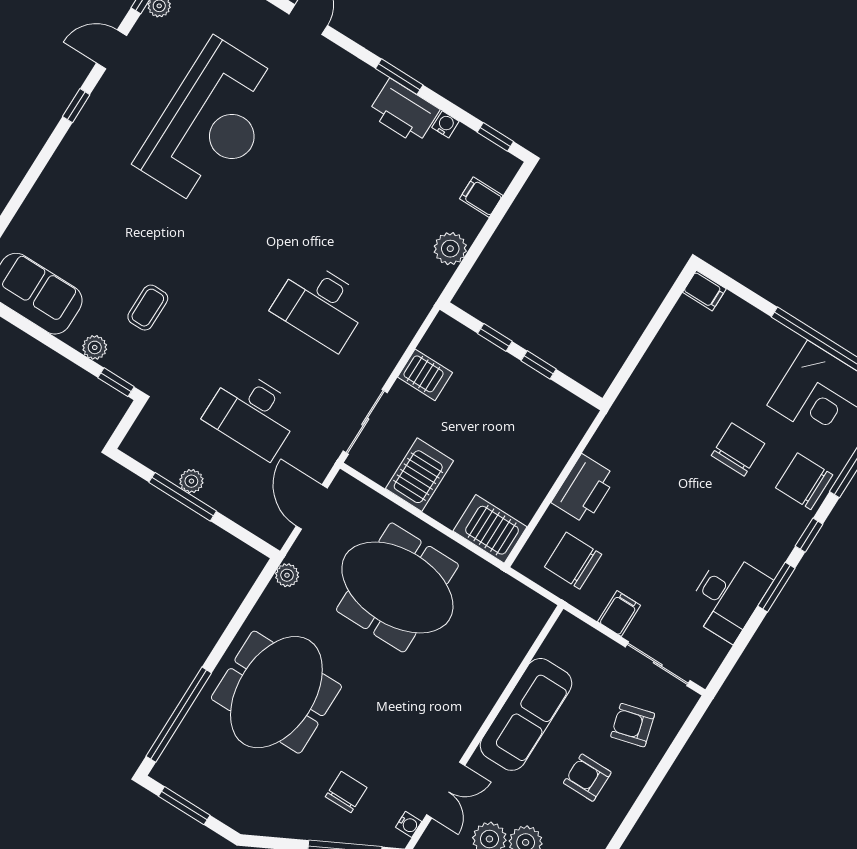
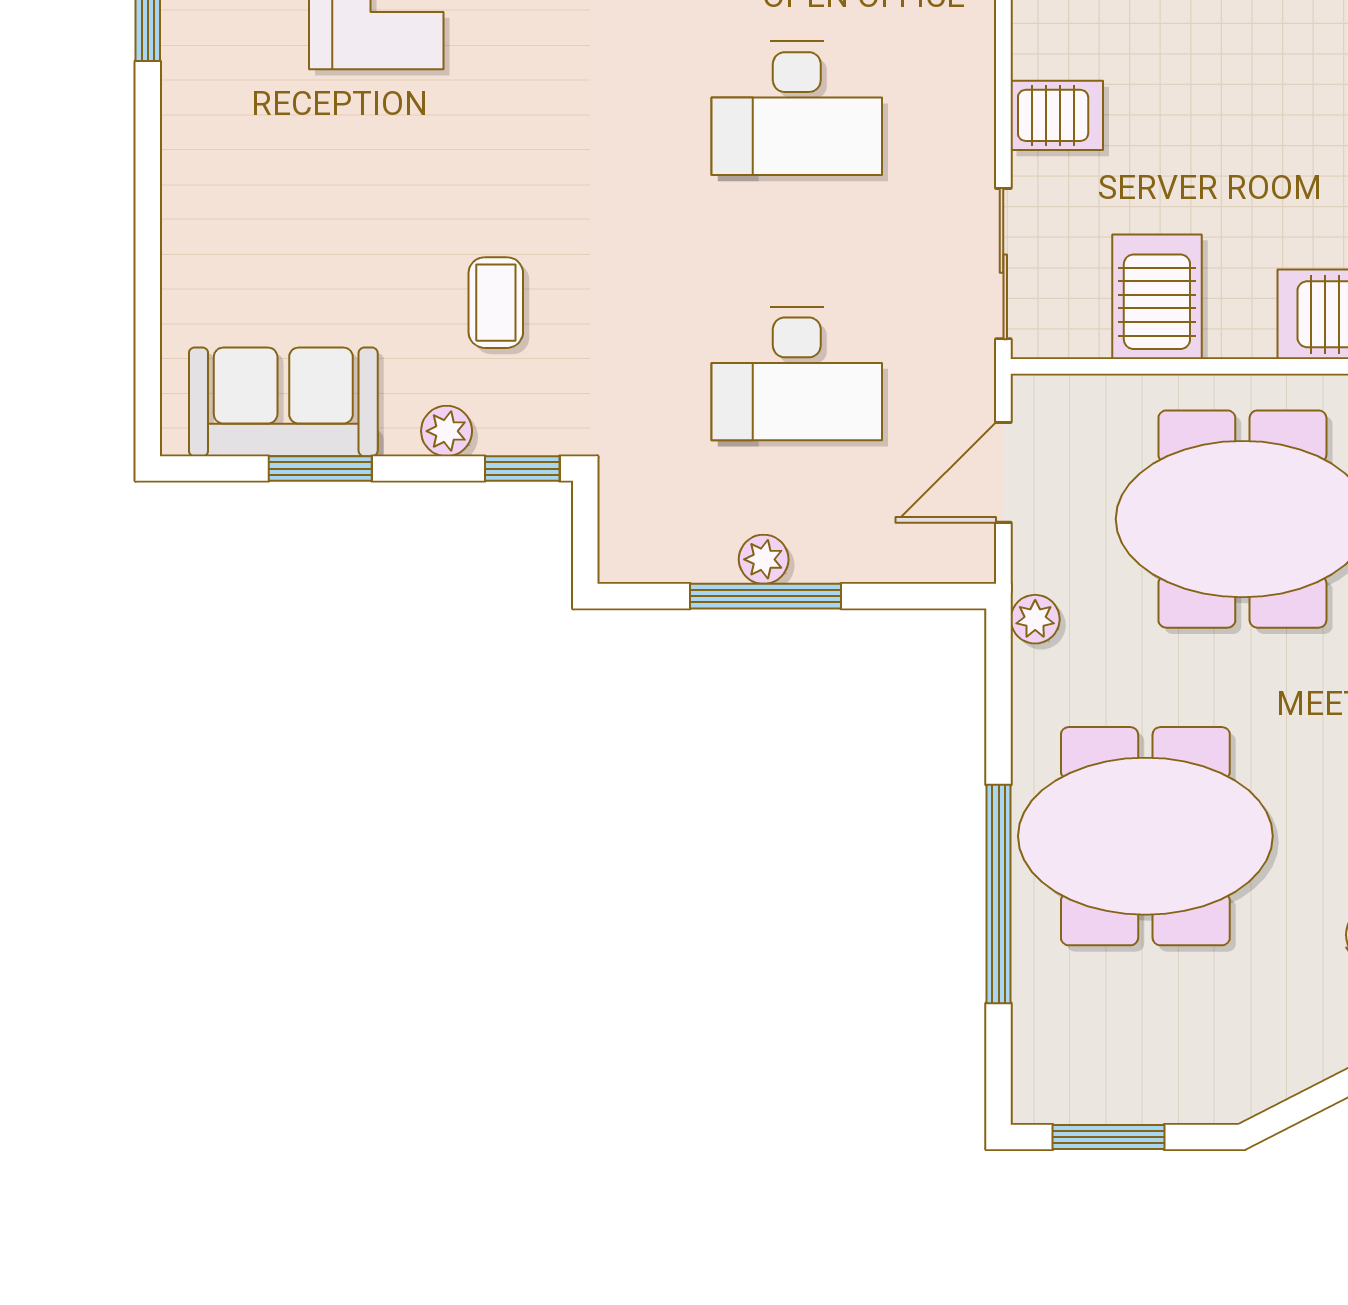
window: (33, 330) -> (320, 469), added
door: (312, 507) -> (1003, 472), hinge flipped
meeting table: (276, 692) -> (1145, 836), turned 90
window: (179, 715) -> (999, 894), moved

